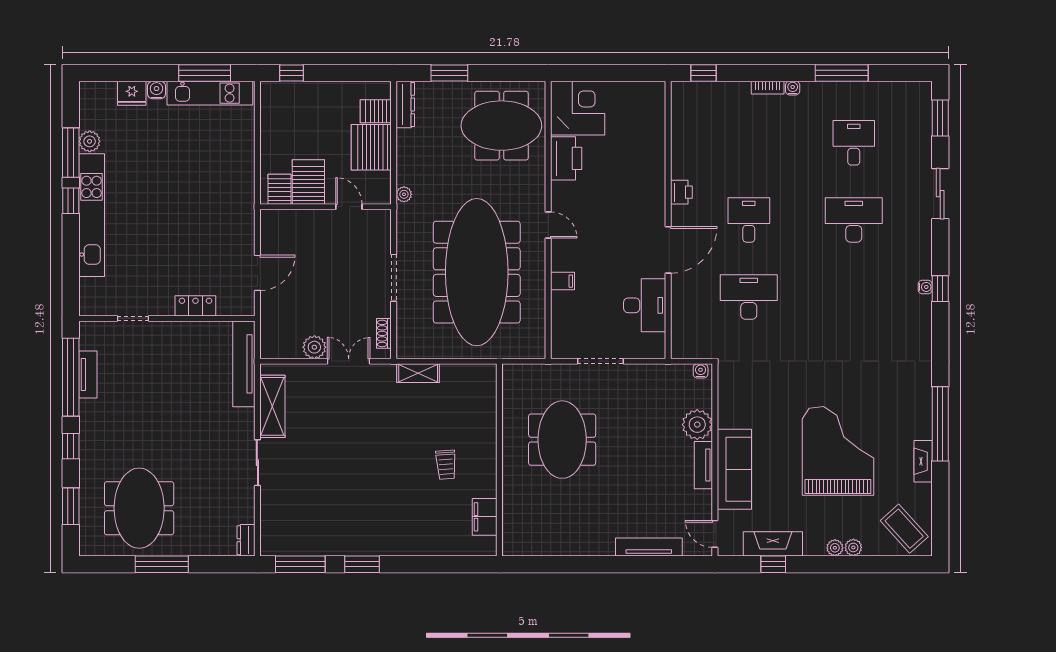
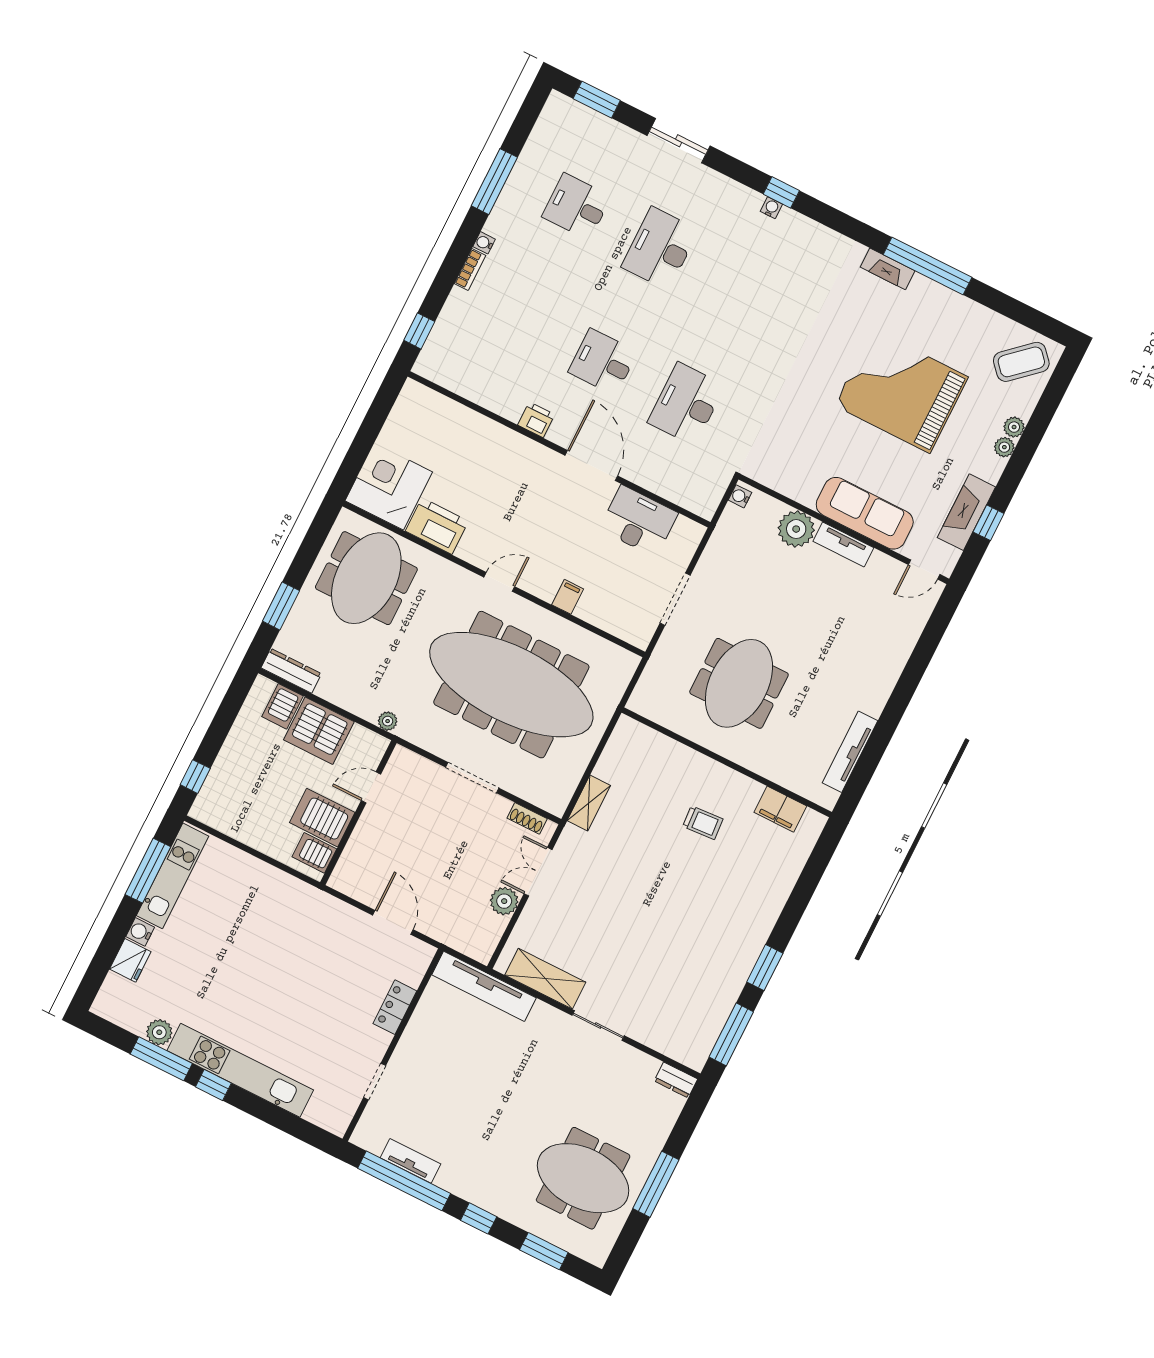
meeting table: (562, 440) -> (739, 683), turned 90
fireplace: (923, 461) -> (888, 269), moved
tv unit: (649, 547) -> (850, 752), moved

